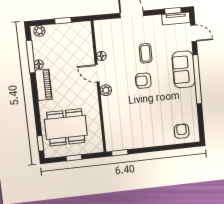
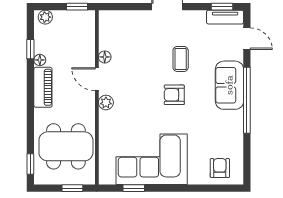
floor lamp: (101, 56) -> (105, 57), moved
window: (31, 57) -> (30, 49), width x0.46
door: (97, 73) -> (97, 79), moved
wall: (99, 87) -> (97, 97), moved
plant: (106, 90) -> (106, 102), moved
corner sofa: (131, 130) -> (152, 159), added

